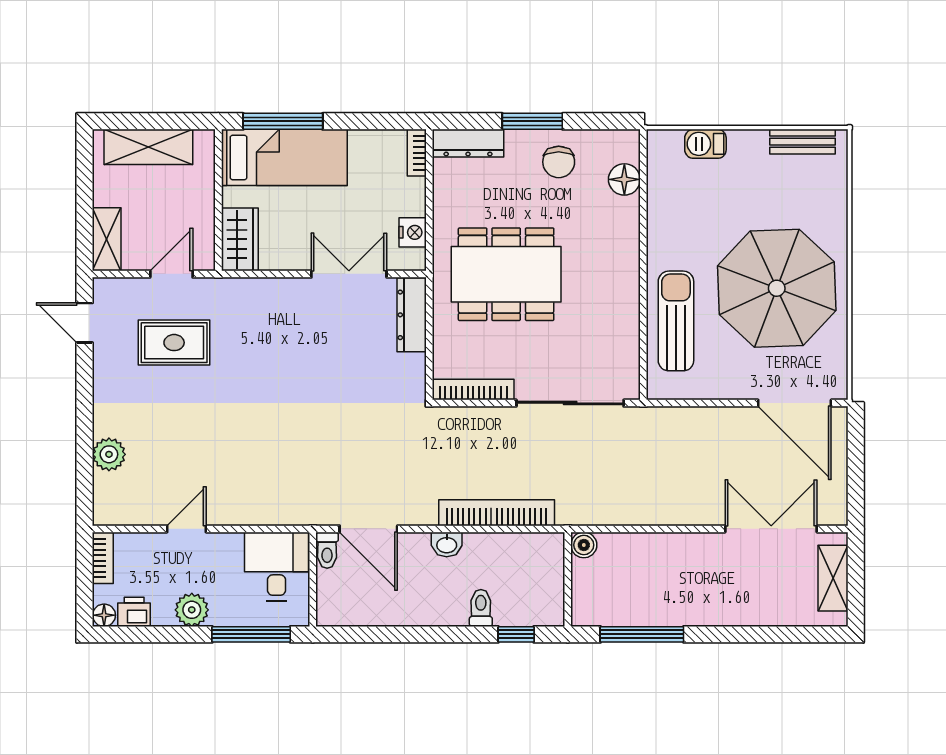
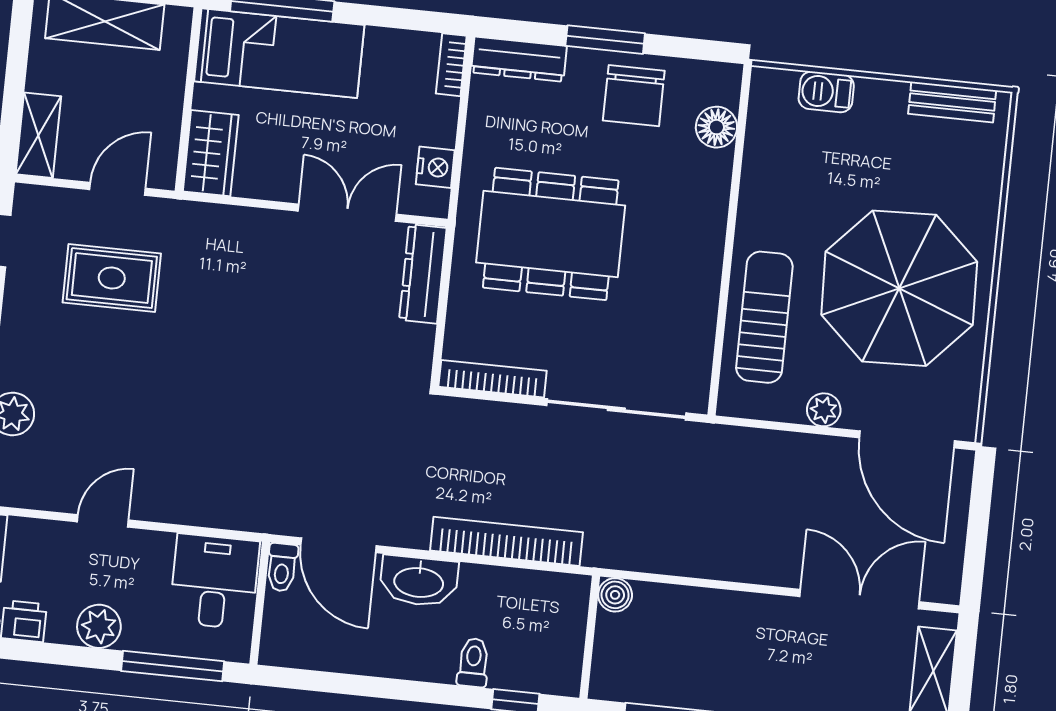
chair: (559, 162) -> (634, 96), width x1.37, depth x1.37
plant: (729, 387) -> (824, 410), added
washbasin: (447, 544) -> (419, 581), width x1.91, depth x1.45

